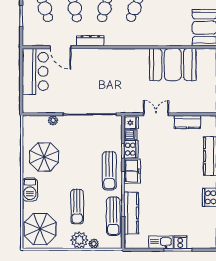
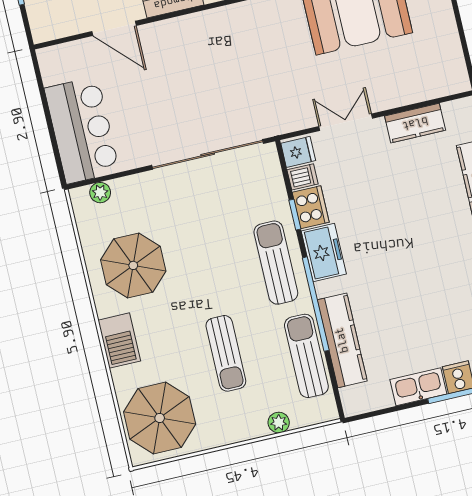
bar counter: (35, 71) -> (82, 130), moved
plant: (53, 120) -> (100, 193), moved
sun lounger: (109, 171) -> (276, 263), turned 180
sun lounger: (113, 216) -> (306, 356), turned 180
plant: (79, 240) -> (247, 422), removed

